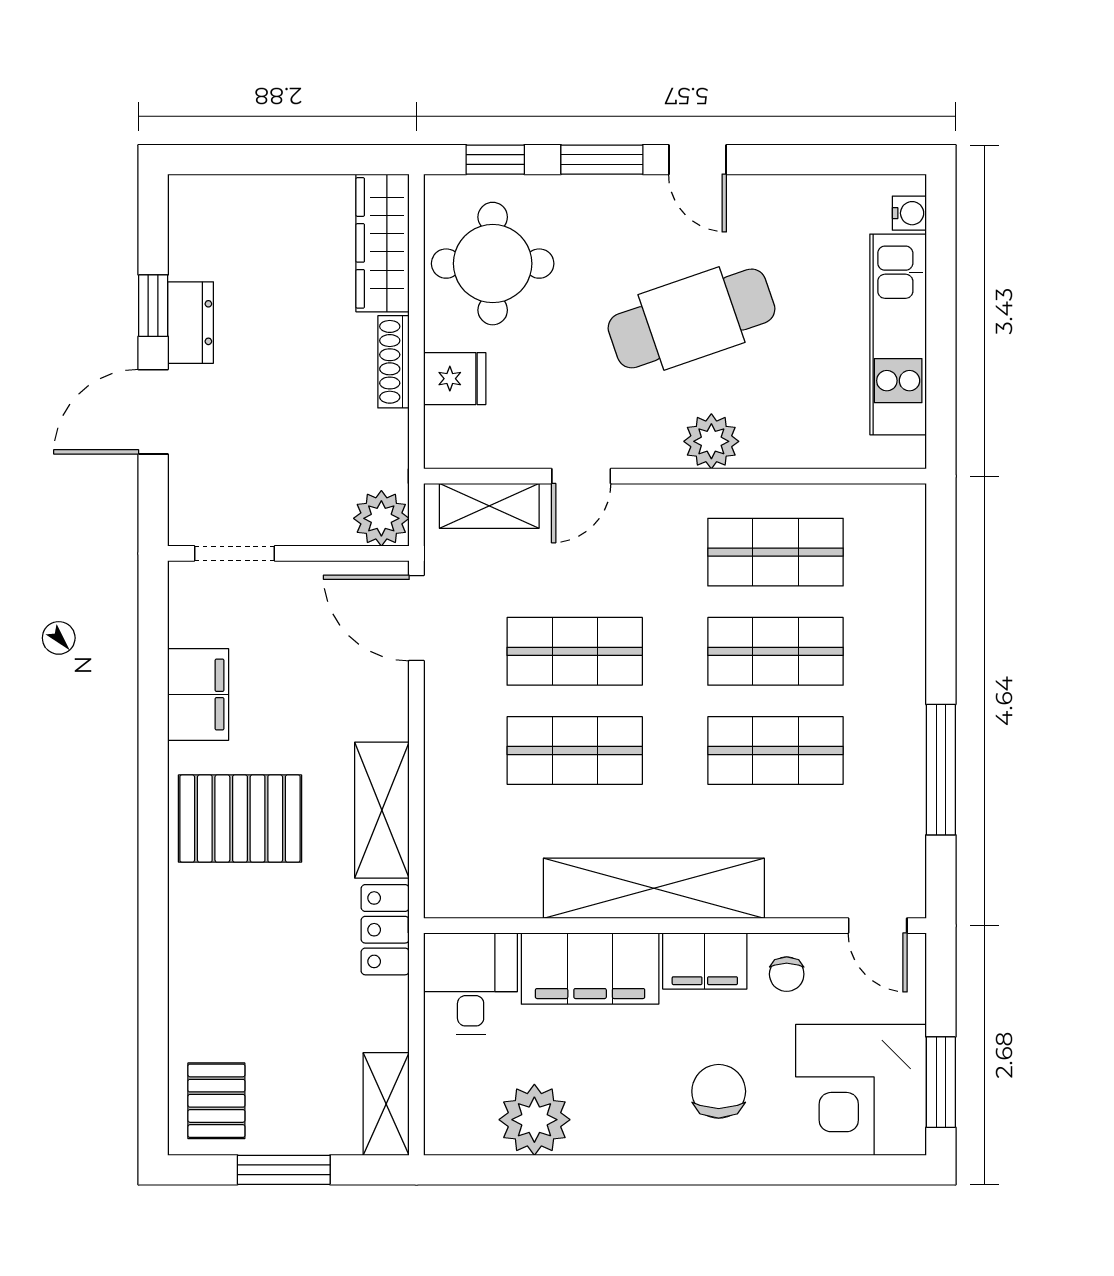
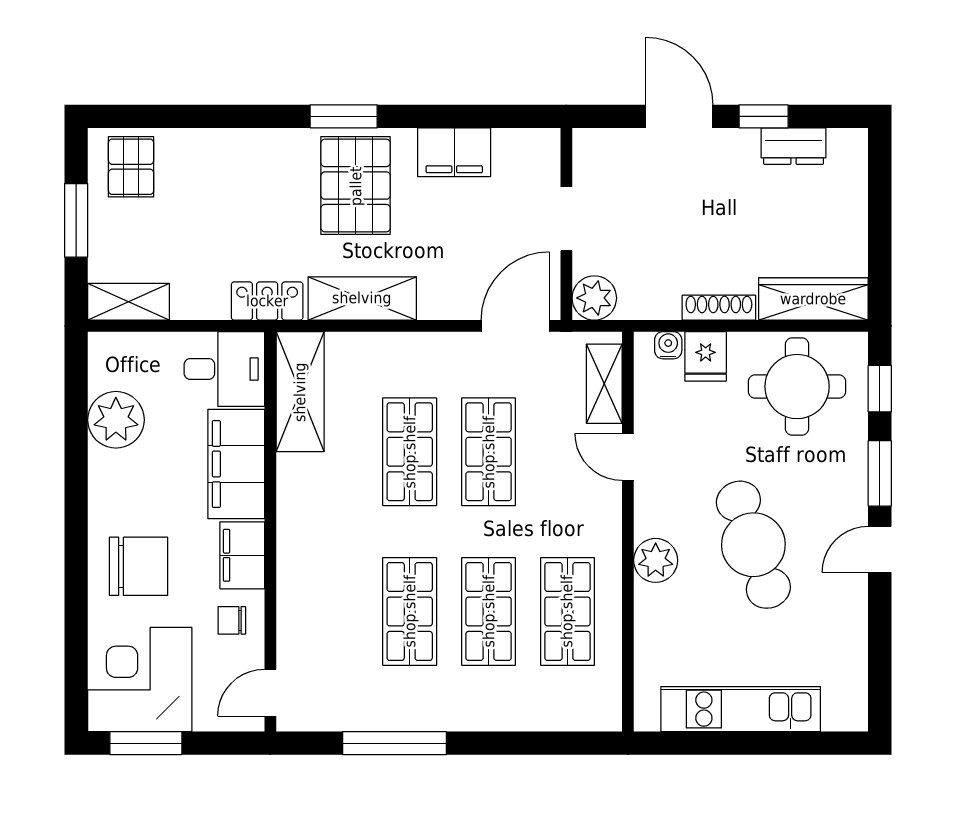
water cooler: (909, 213) -> (668, 345), moved, turned 180
dresser: (190, 323) -> (794, 146), moved
doorway: (235, 553) -> (566, 219), moved
window: (153, 833) -> (344, 116), added
shelving: (654, 888) -> (300, 392), moved, width x0.68
chair: (719, 1091) -> (139, 566), width x1.37, depth x1.37
pallet: (216, 1101) -> (131, 167), turned 90

